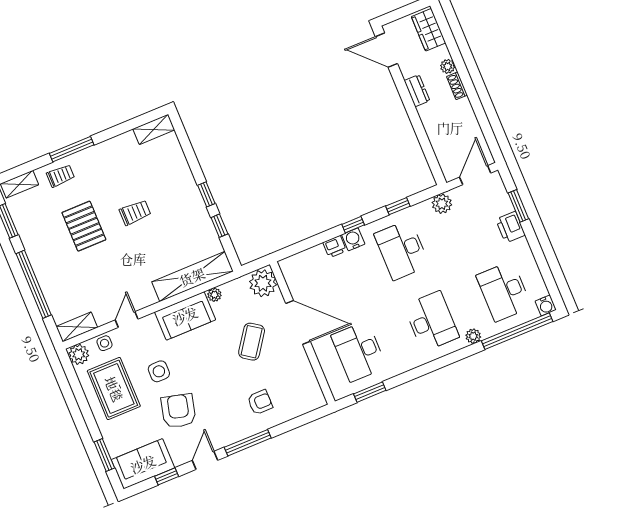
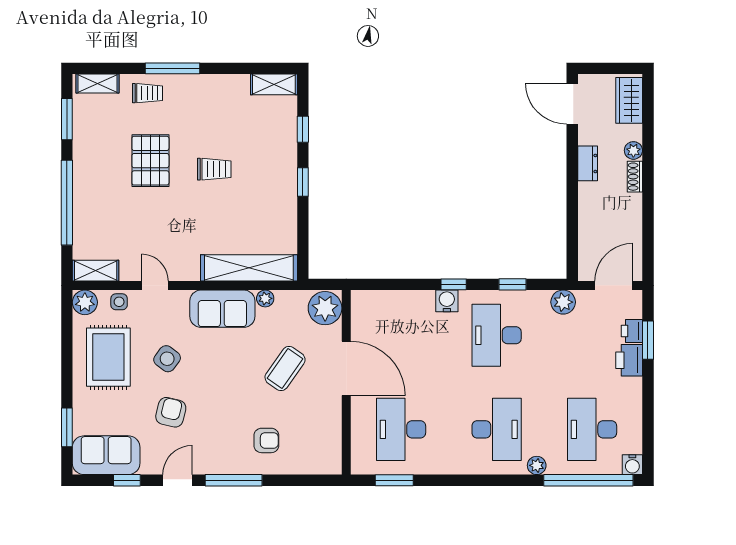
window: (219, 226) -> (303, 129), moved
printer: (335, 247) -> (632, 331), moved, turned 90
door: (127, 320) -> (155, 285), hinge flipped
side table: (159, 371) -> (167, 359), turned 37
armchair: (179, 411) -> (171, 412), width x0.72, depth x0.72

